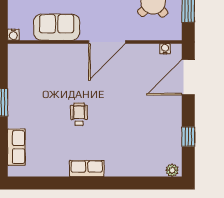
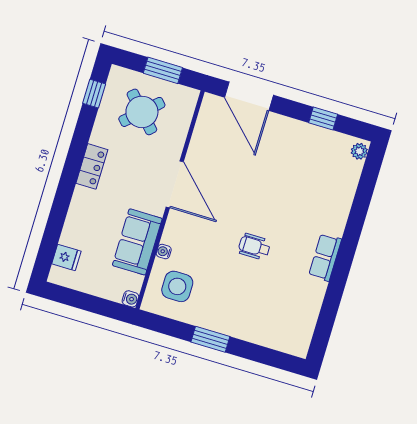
water cooler: (165, 49) -> (164, 252), moved
side table: (33, 66) -> (177, 286), added
row of seats: (16, 147) -> (272, 337), removed

